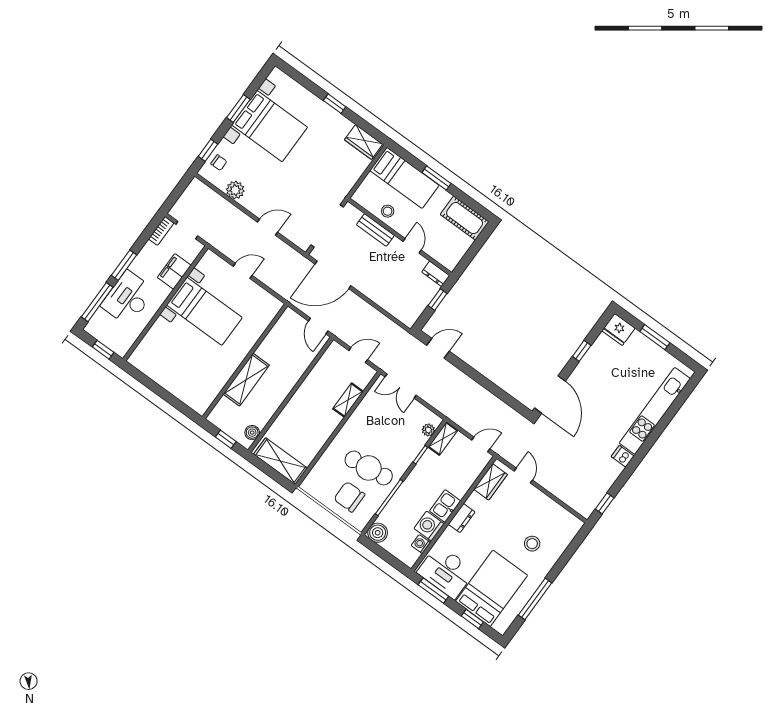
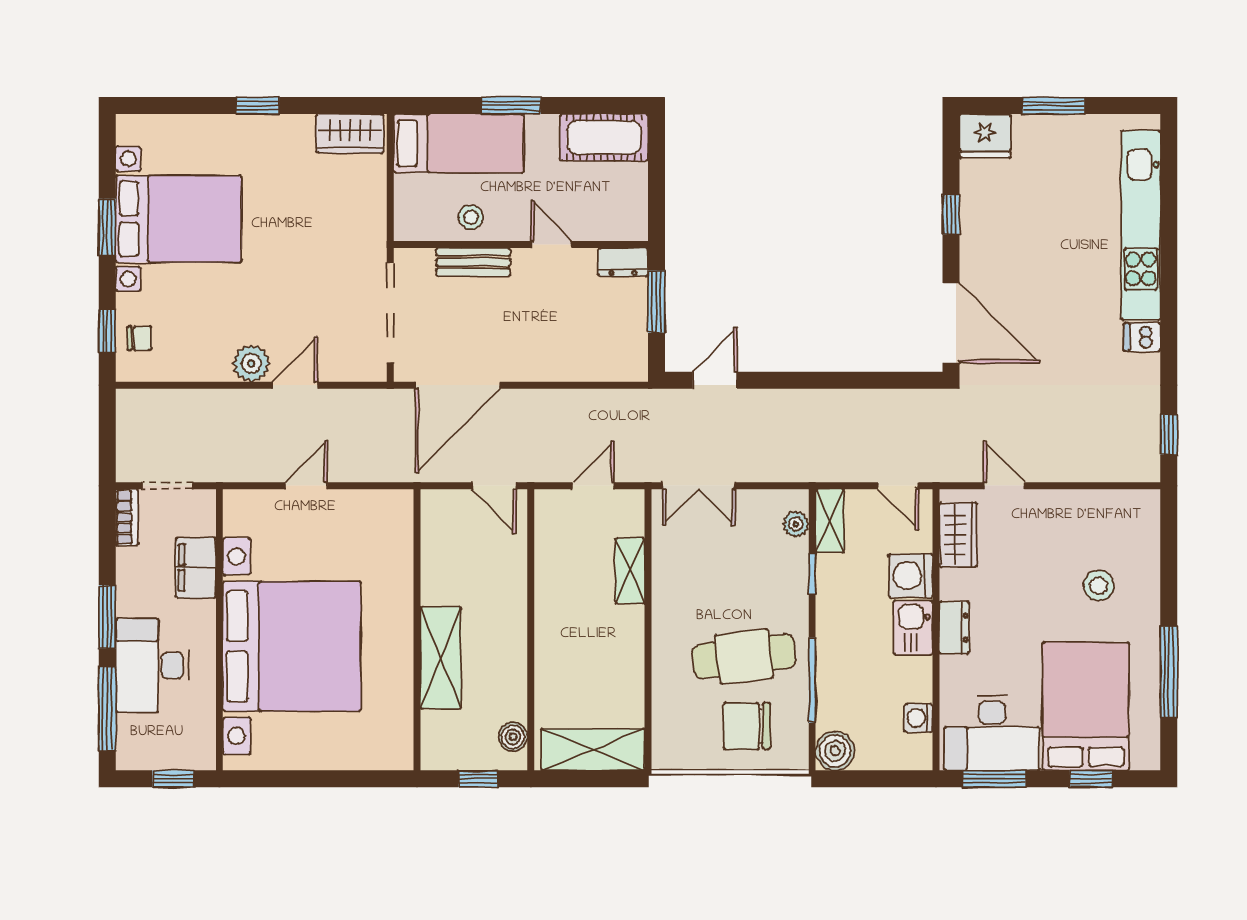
plant: (235, 190) -> (251, 363), moved
window: (437, 300) -> (656, 302), width x1.50
bed with nightstands: (204, 311) -> (292, 646), width x1.85
door: (481, 445) -> (898, 486), swing flipped
washing machine: (429, 526) -> (911, 576), moved

